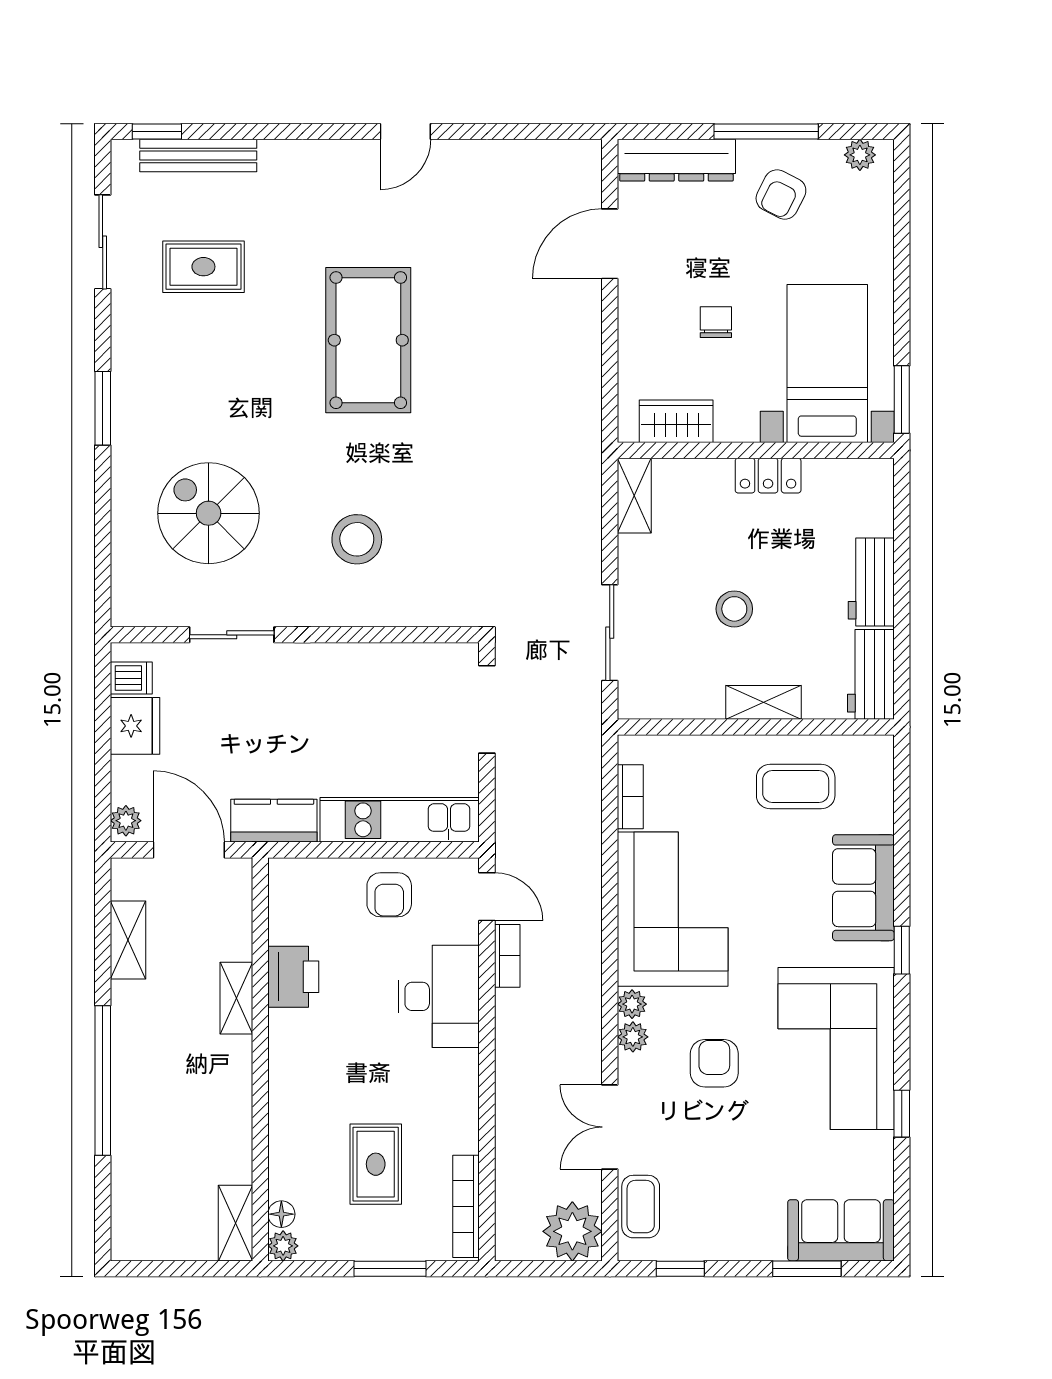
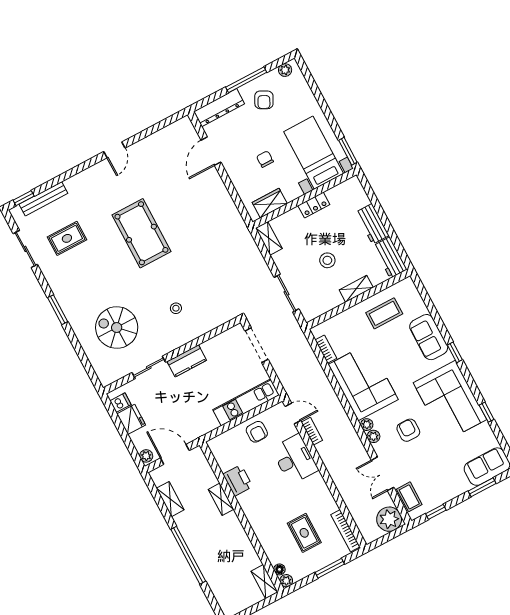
stool: (357, 539) -> (176, 308), width x0.53, depth x0.53
kitchen counter: (274, 821) -> (187, 361), moved, turned 180

